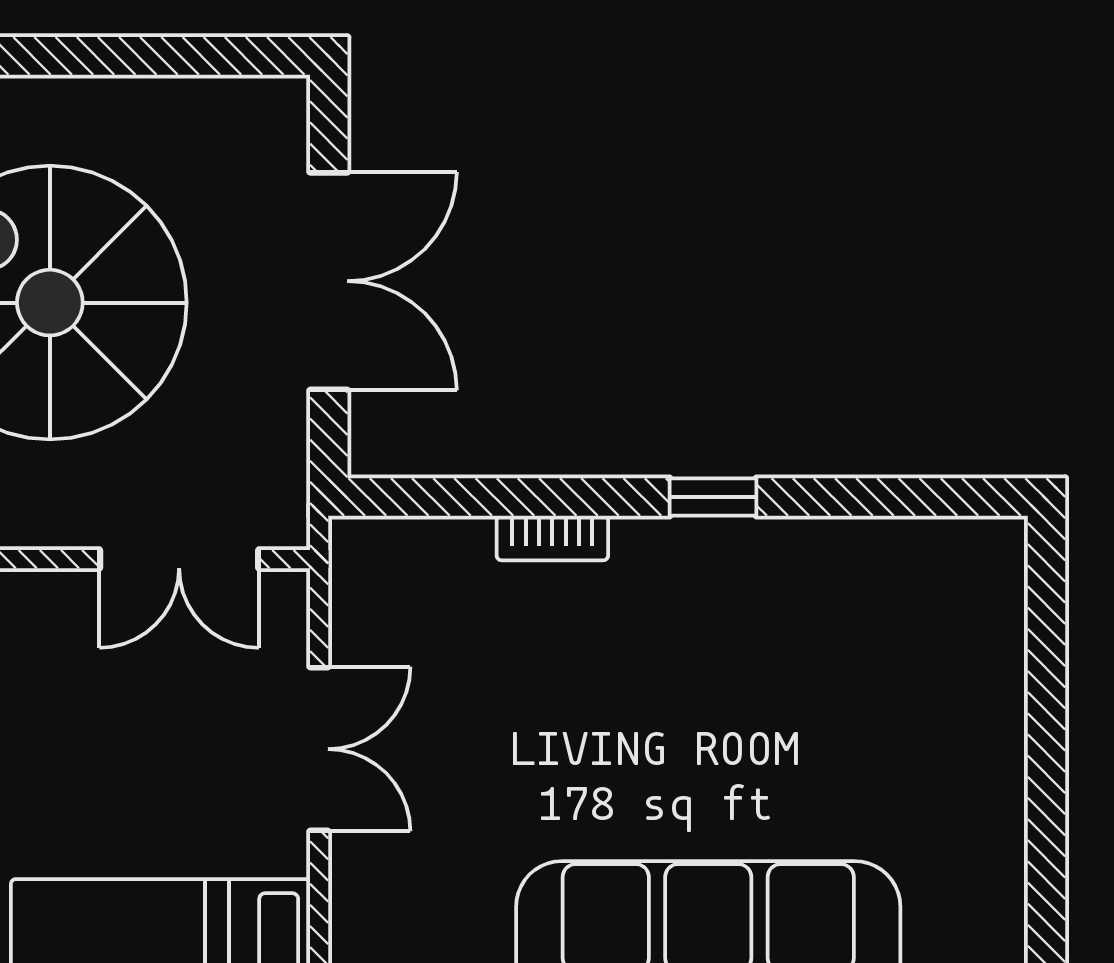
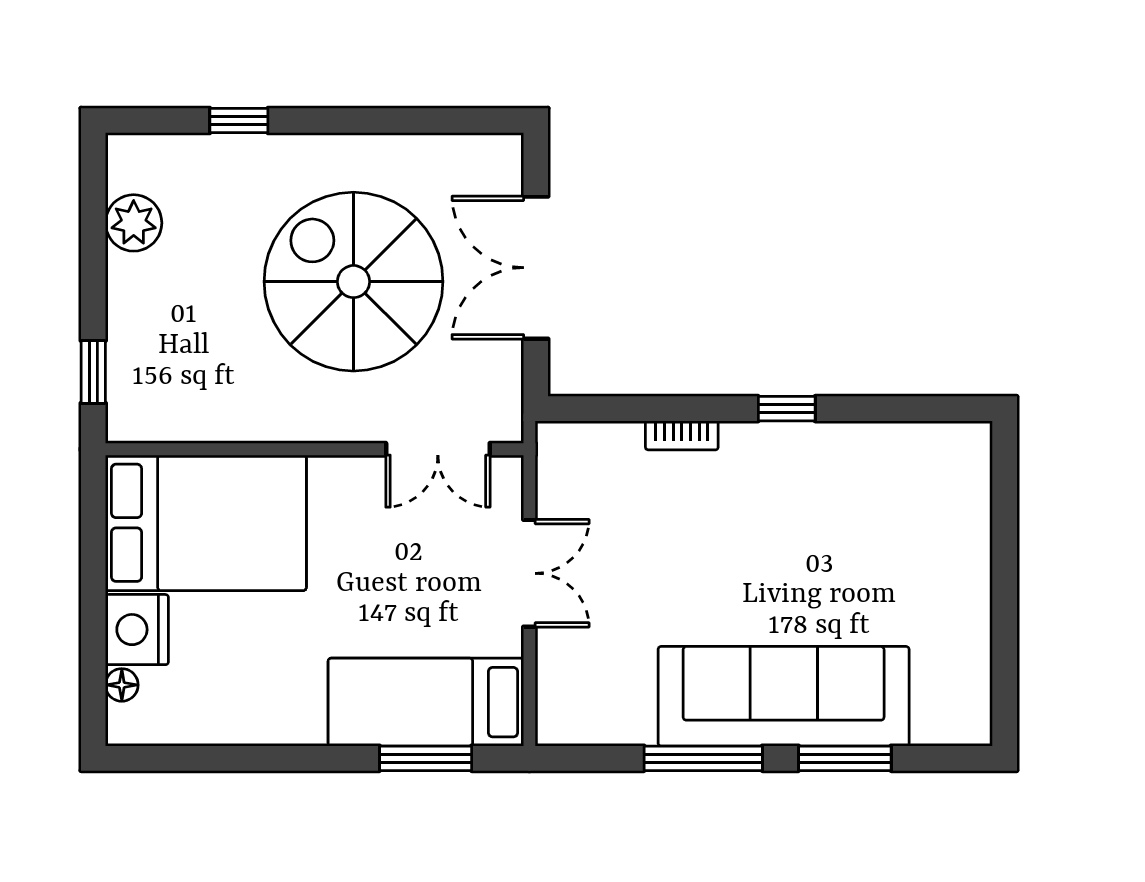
double door: (329, 281) -> (536, 268), swing flipped

